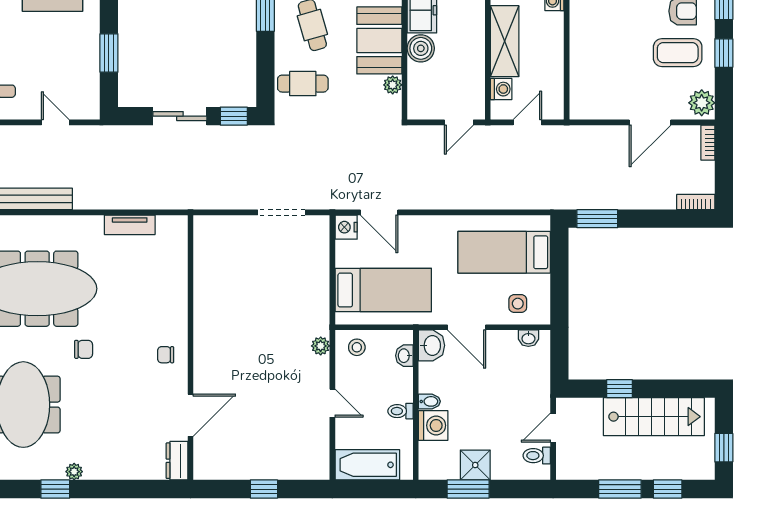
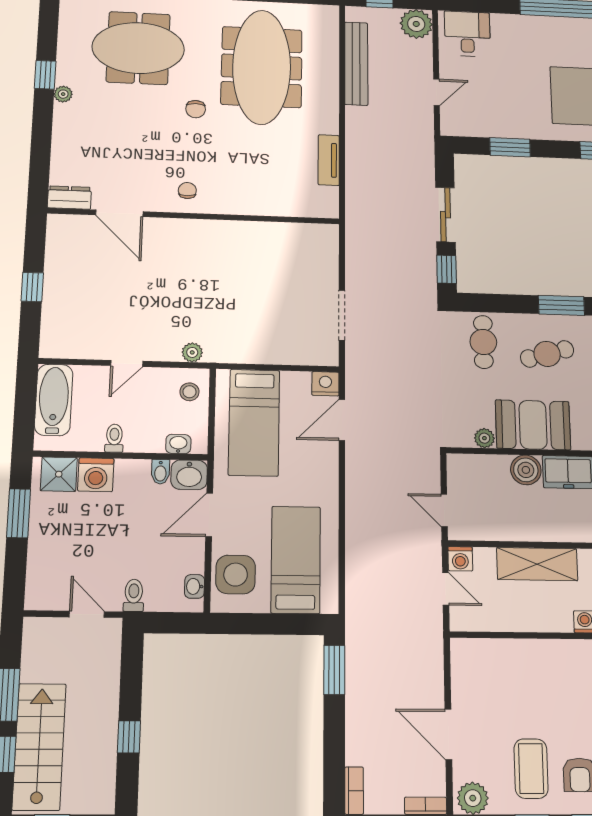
washing machine: (501, 89) -> (460, 559), moved
side table: (518, 304) -> (236, 575), width x1.87, depth x1.87
window: (620, 389) -> (129, 737), moved
bidet: (429, 401) -> (160, 472), moved
stairs: (654, 417) -> (39, 747), moved, turned 180
toilet: (537, 456) -> (134, 595), moved
shower: (475, 465) -> (59, 474), moved

